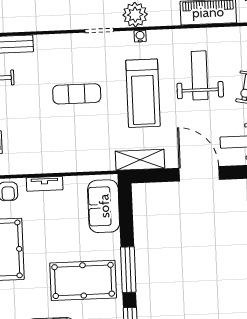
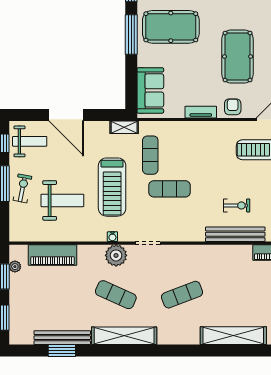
weight bench: (200, 75) -> (62, 200), turned -90
treadmill: (143, 93) -> (112, 187), turned 180
exercise mat: (101, 132) -> (150, 155), added
shelving: (140, 160) -> (124, 127), width x0.67, depth x0.75

